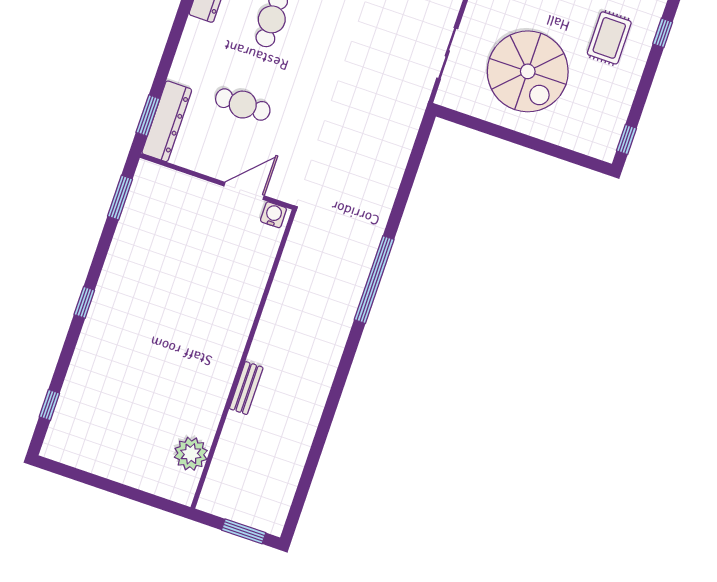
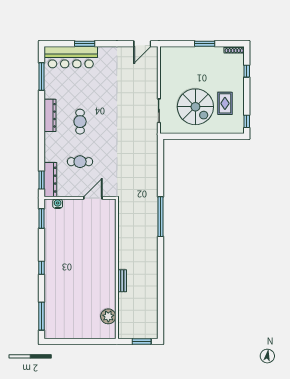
rug: (609, 38) -> (225, 103), moved
water cooler: (273, 215) -> (58, 204), moved
window: (49, 405) -> (42, 316), width x2.17

